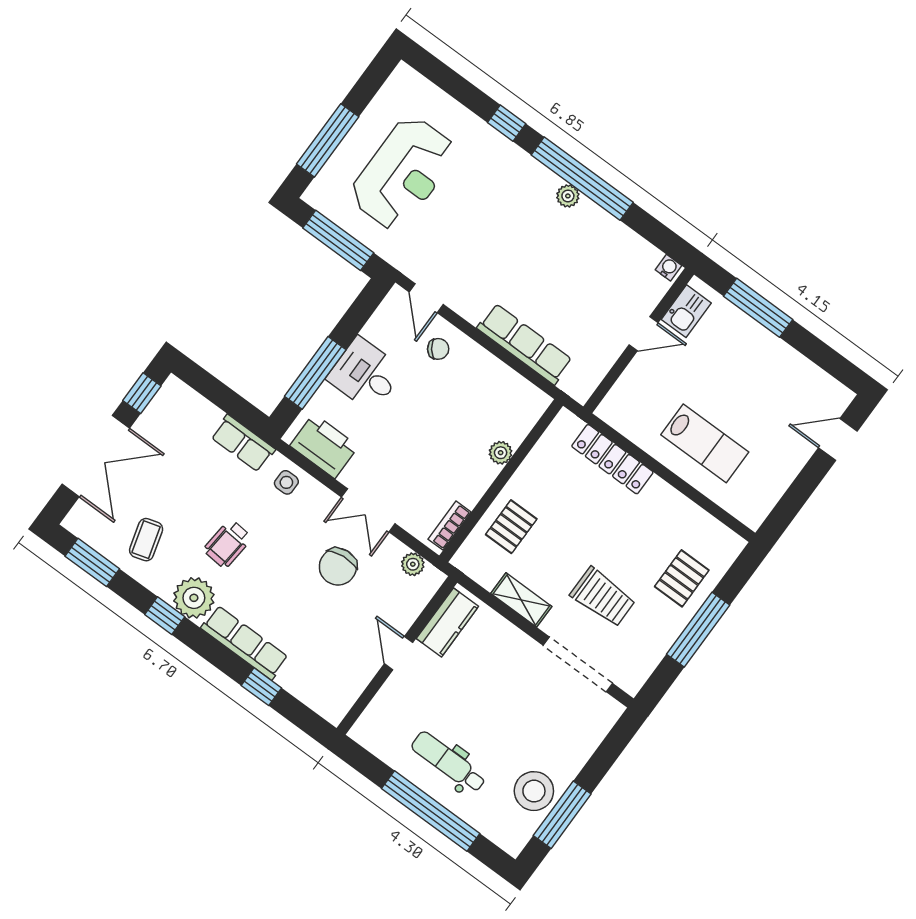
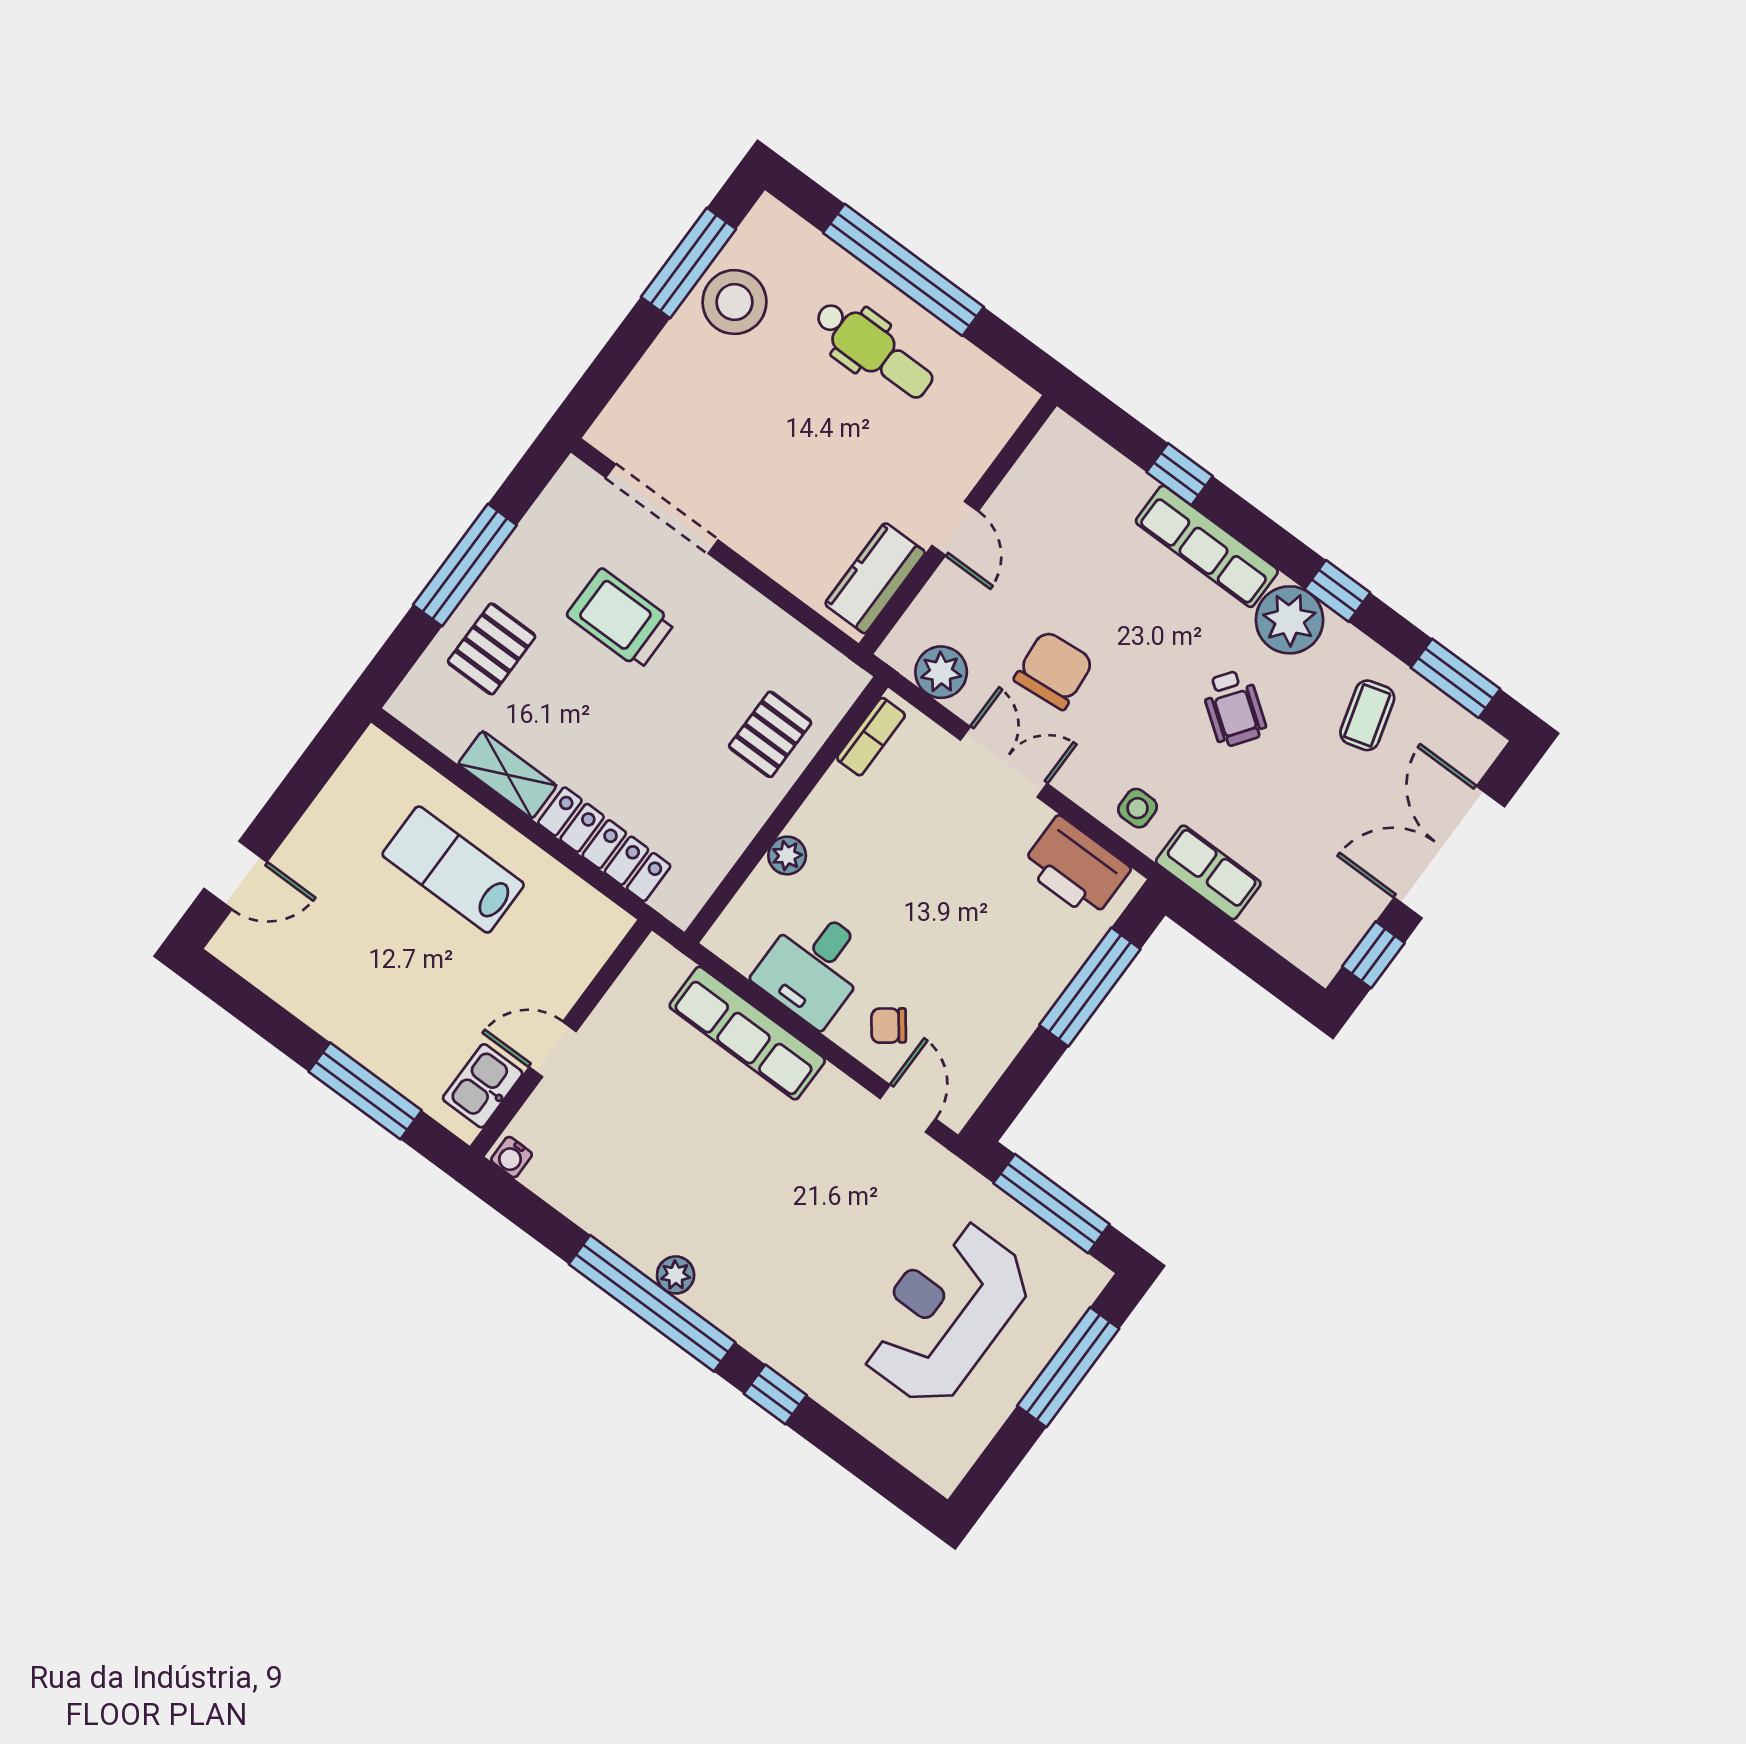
desk: (365, 374) -> (814, 967), moved, turned 90
wheelchair: (228, 544) -> (1234, 708), turned 121
plant: (413, 564) -> (941, 672), width x1.38, depth x1.38
shelving: (521, 600) -> (507, 775), moved

